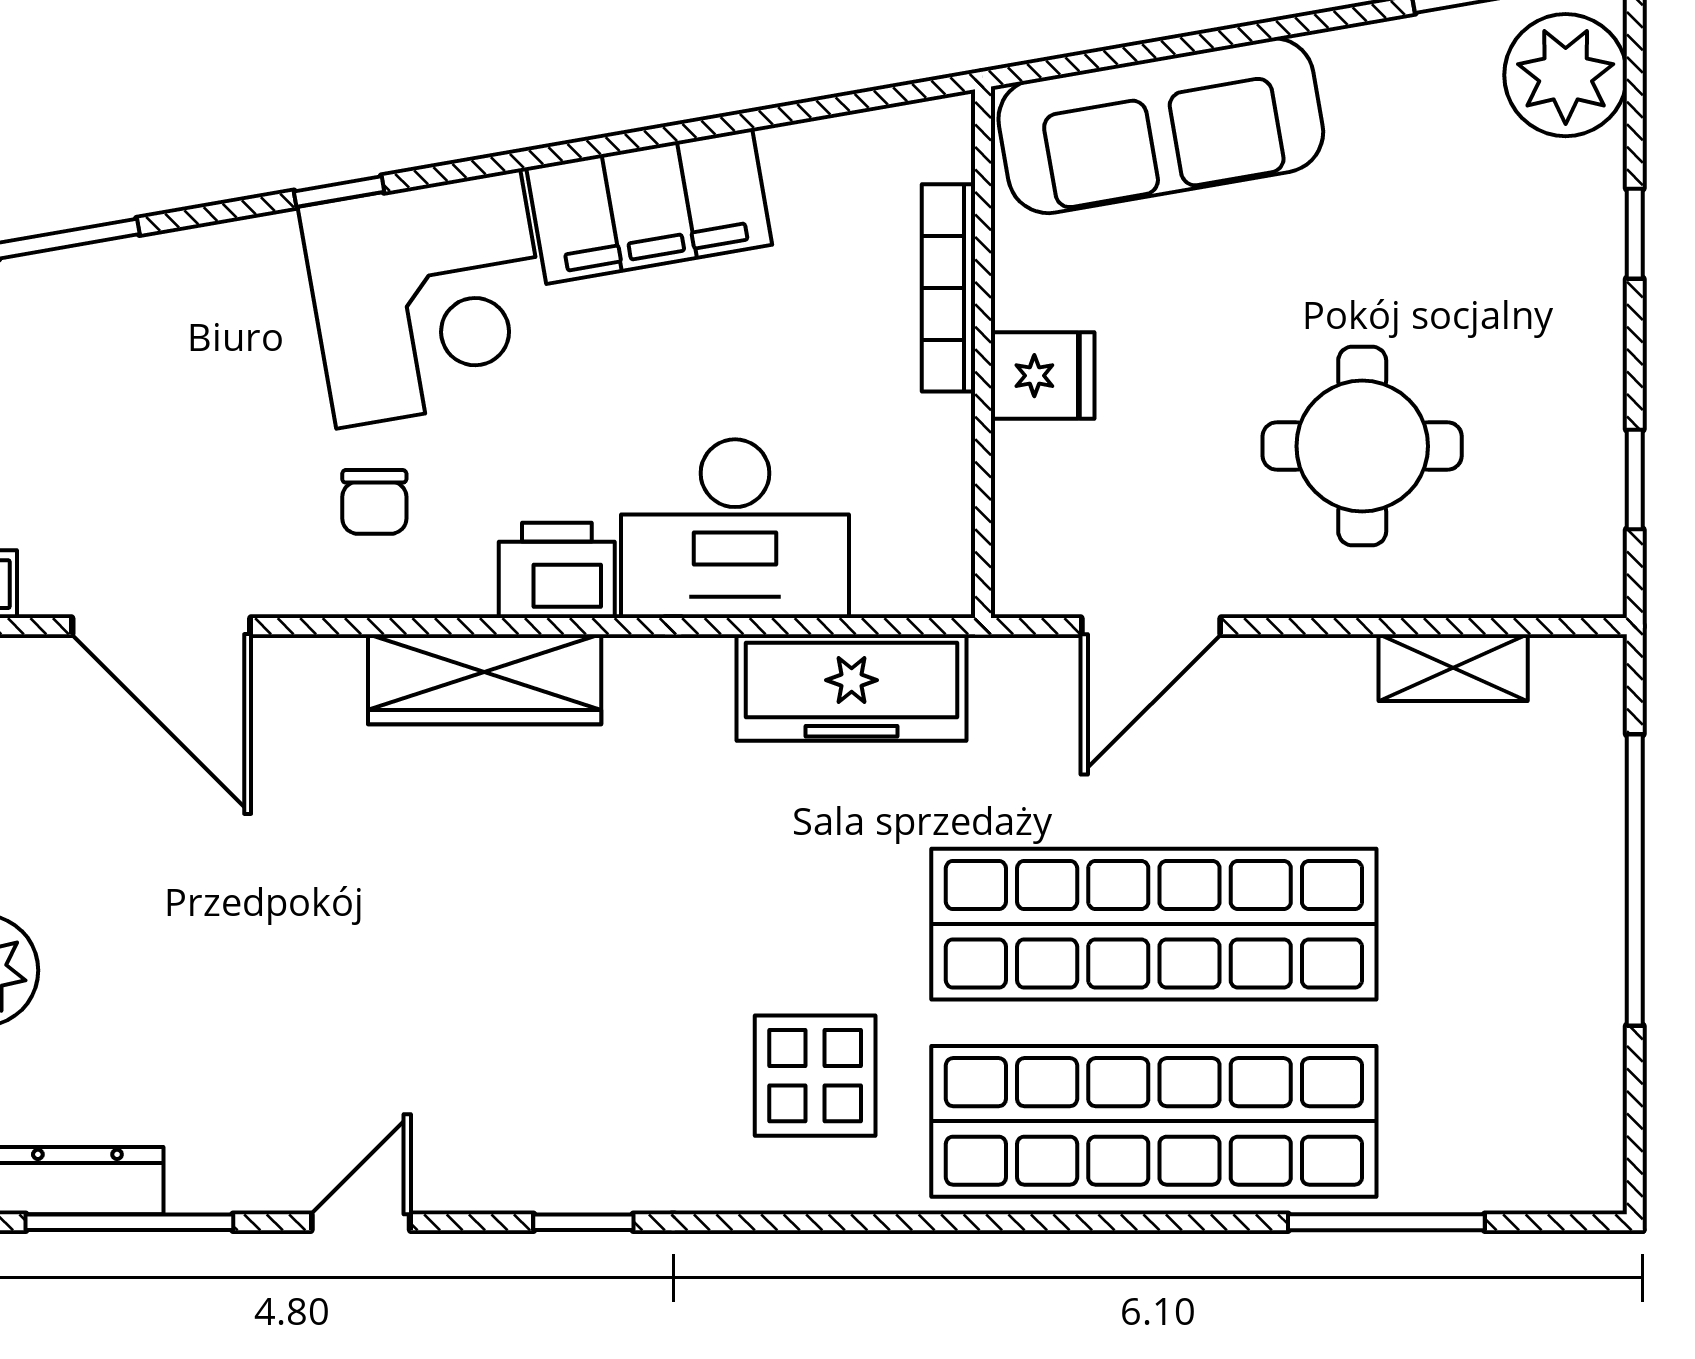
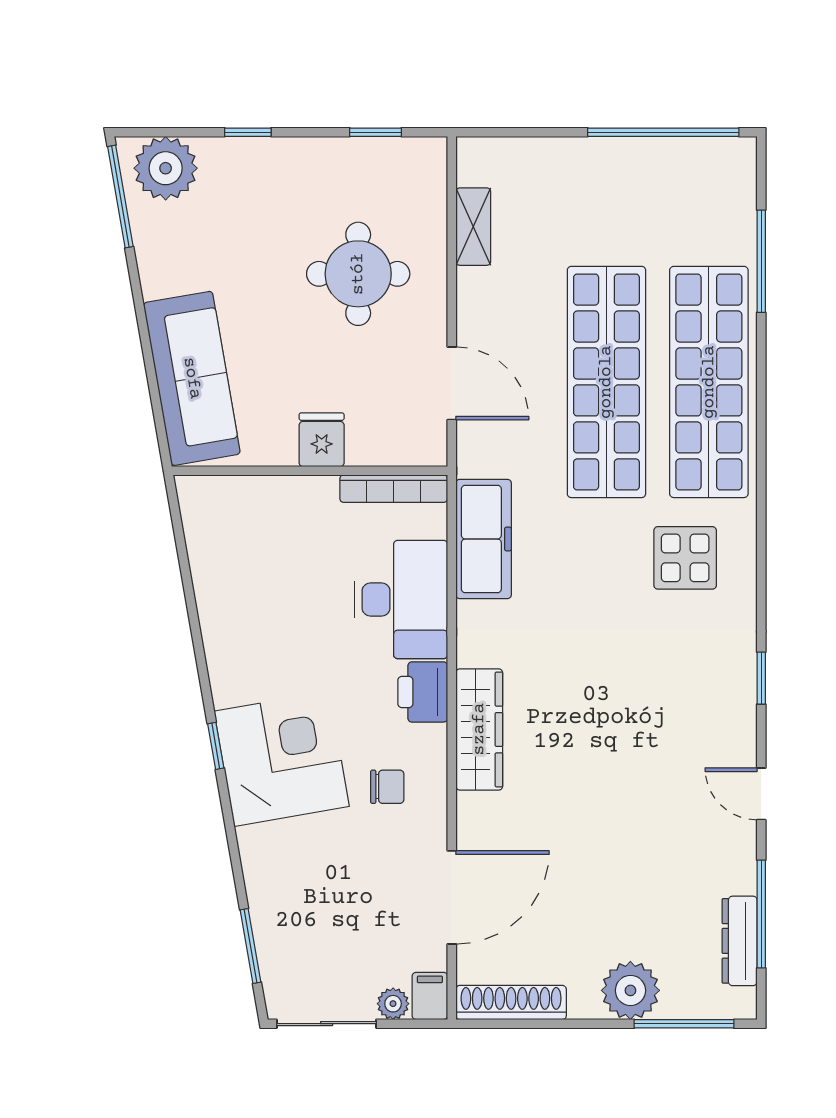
window: (339, 192) -> (216, 746), moved
filing cabinet: (649, 206) -> (234, 644), removed
bookcase: (949, 288) -> (394, 489), moved
window: (1635, 880) -> (663, 132), moved

